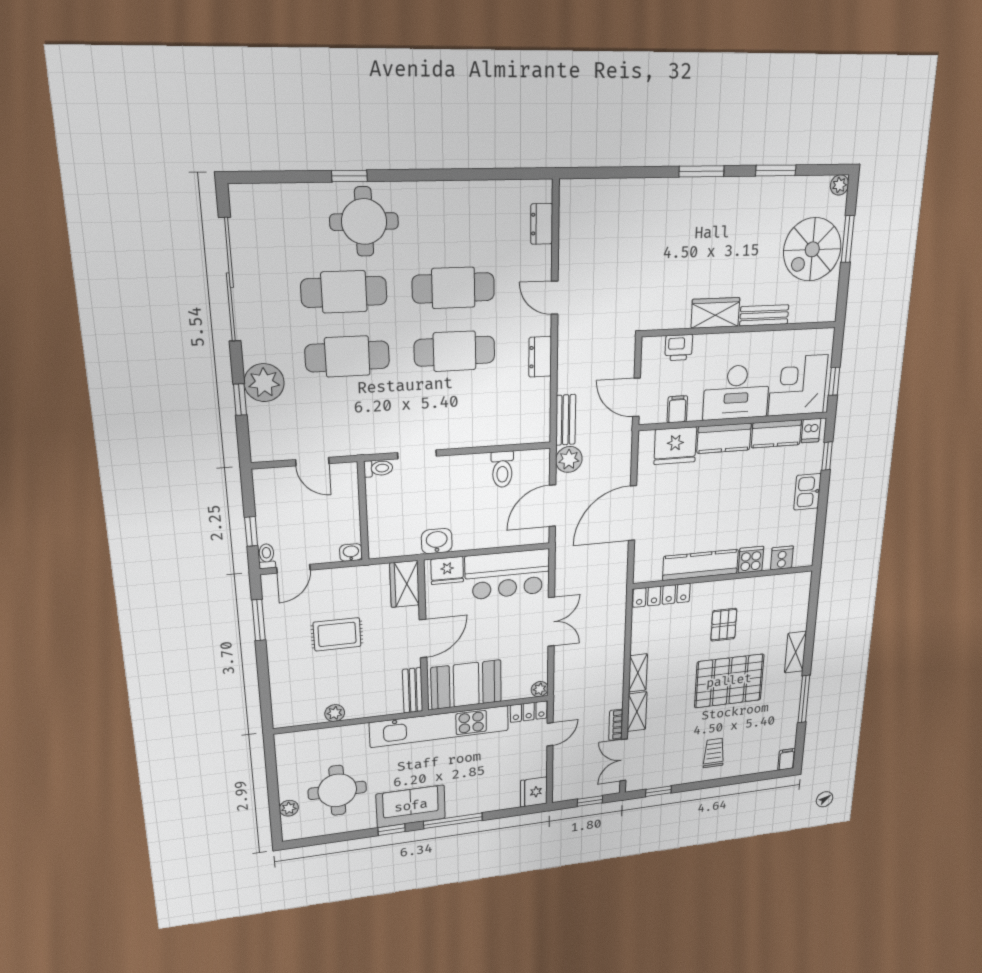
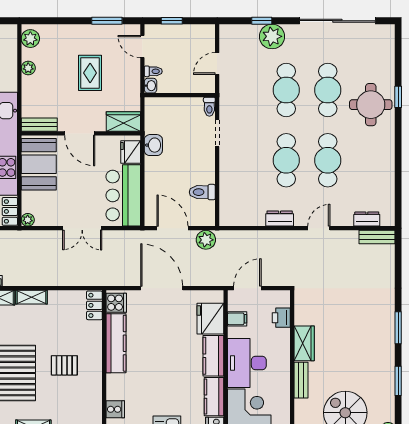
bench: (566, 420) -> (377, 237), moved
toilet: (267, 556) -> (153, 71), moved
cooker: (751, 560) -> (116, 303), moved
locker: (662, 595) -> (94, 305), width x0.66
plant: (293, 715) -> (30, 39), added

